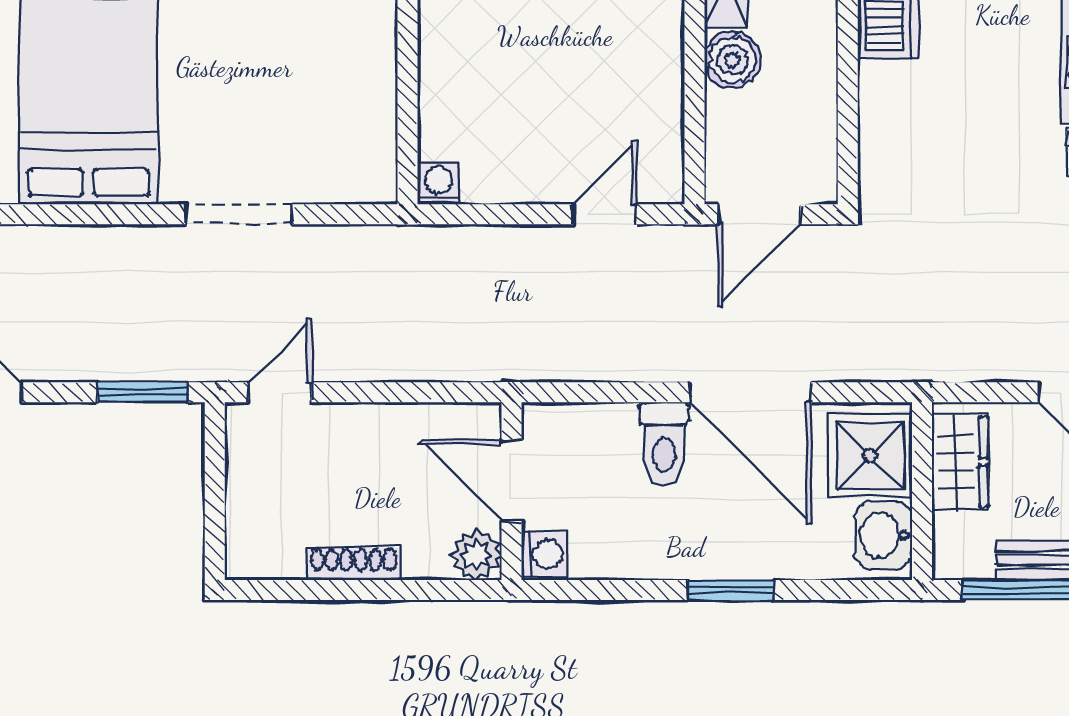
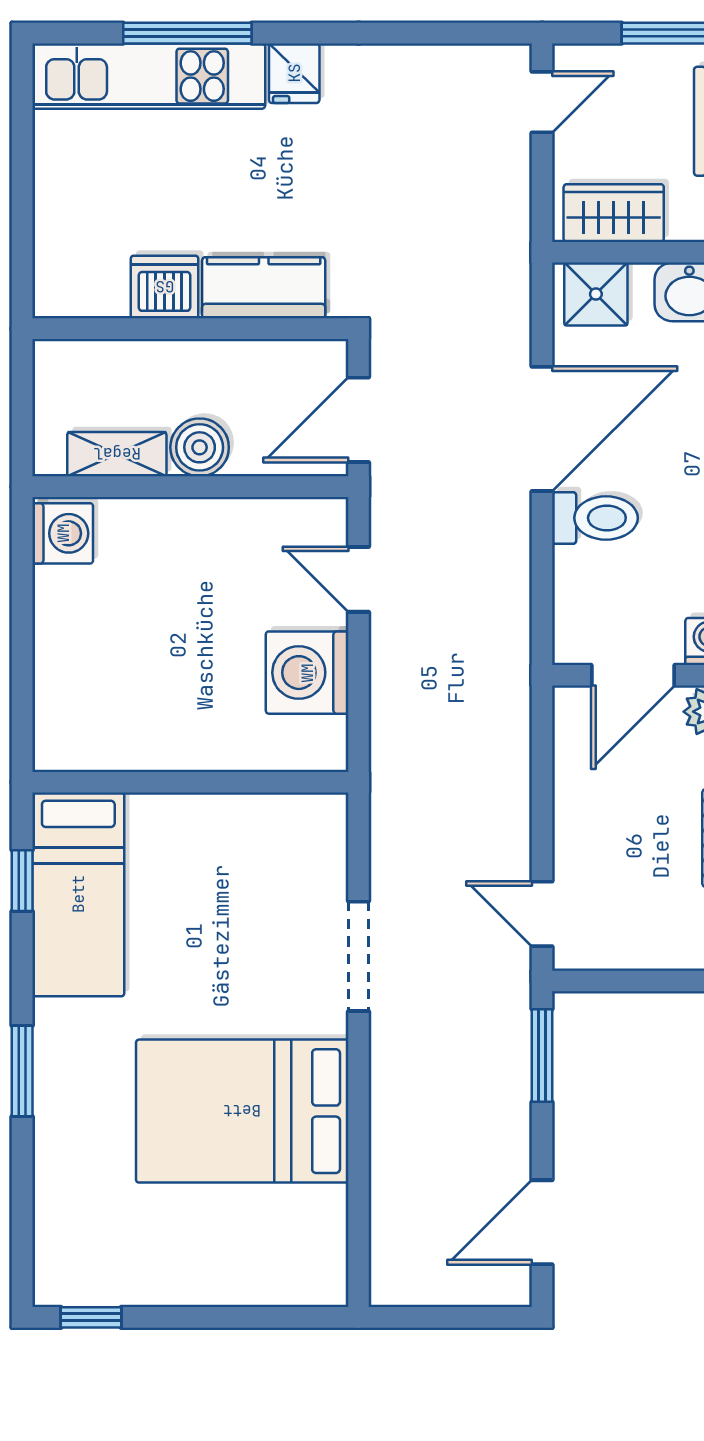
kitchen counter: (887, 122) -> (264, 288), added
washing machine: (439, 183) -> (307, 673), moved, width x1.89, depth x1.89
door: (759, 214) -> (359, 420), swing flipped
shower: (870, 456) -> (596, 294), width x0.73, depth x0.73

